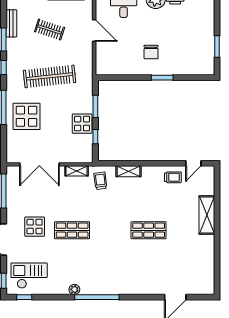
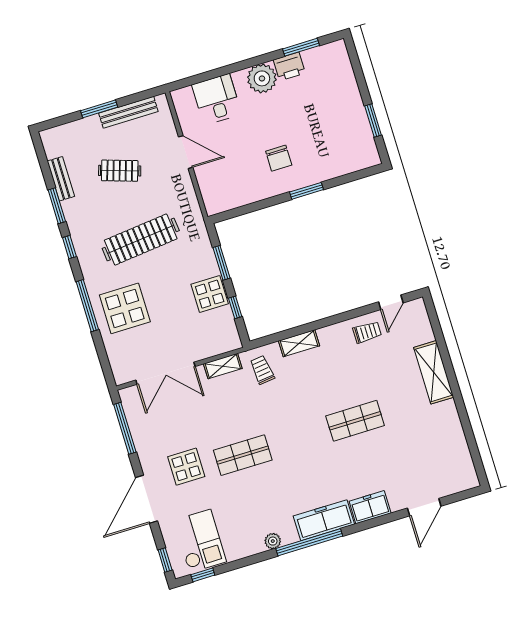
checkout: (29, 276) -> (200, 541), turned 90
freezer: (110, 286) -> (324, 520), added
freezer: (141, 287) -> (370, 507), added

